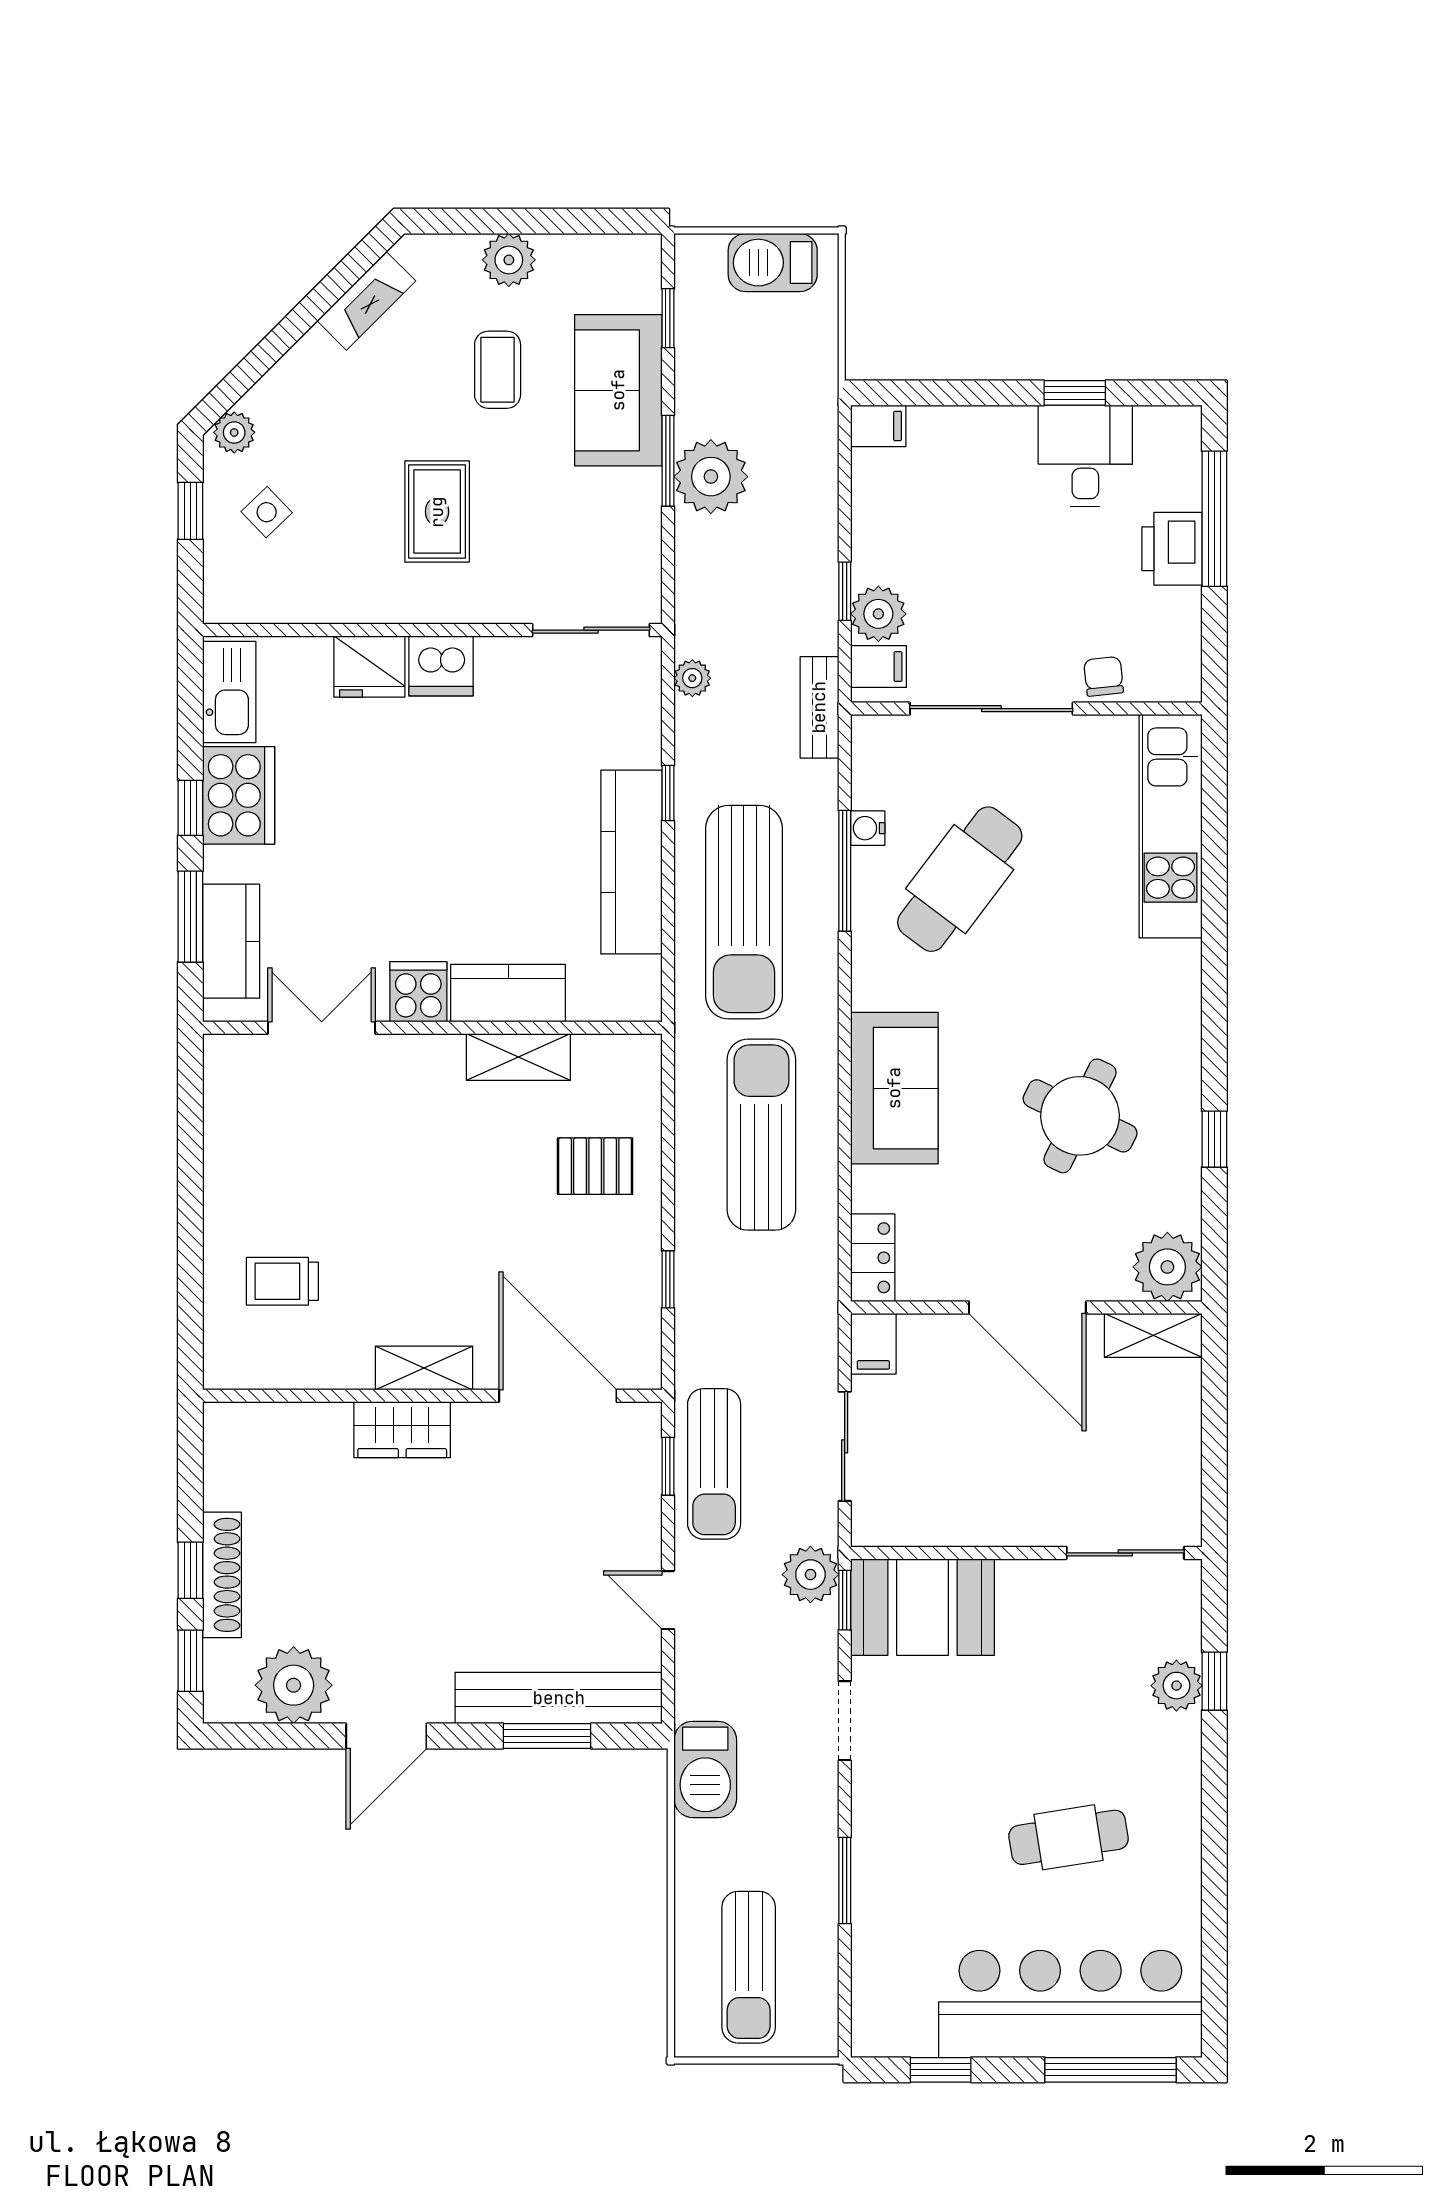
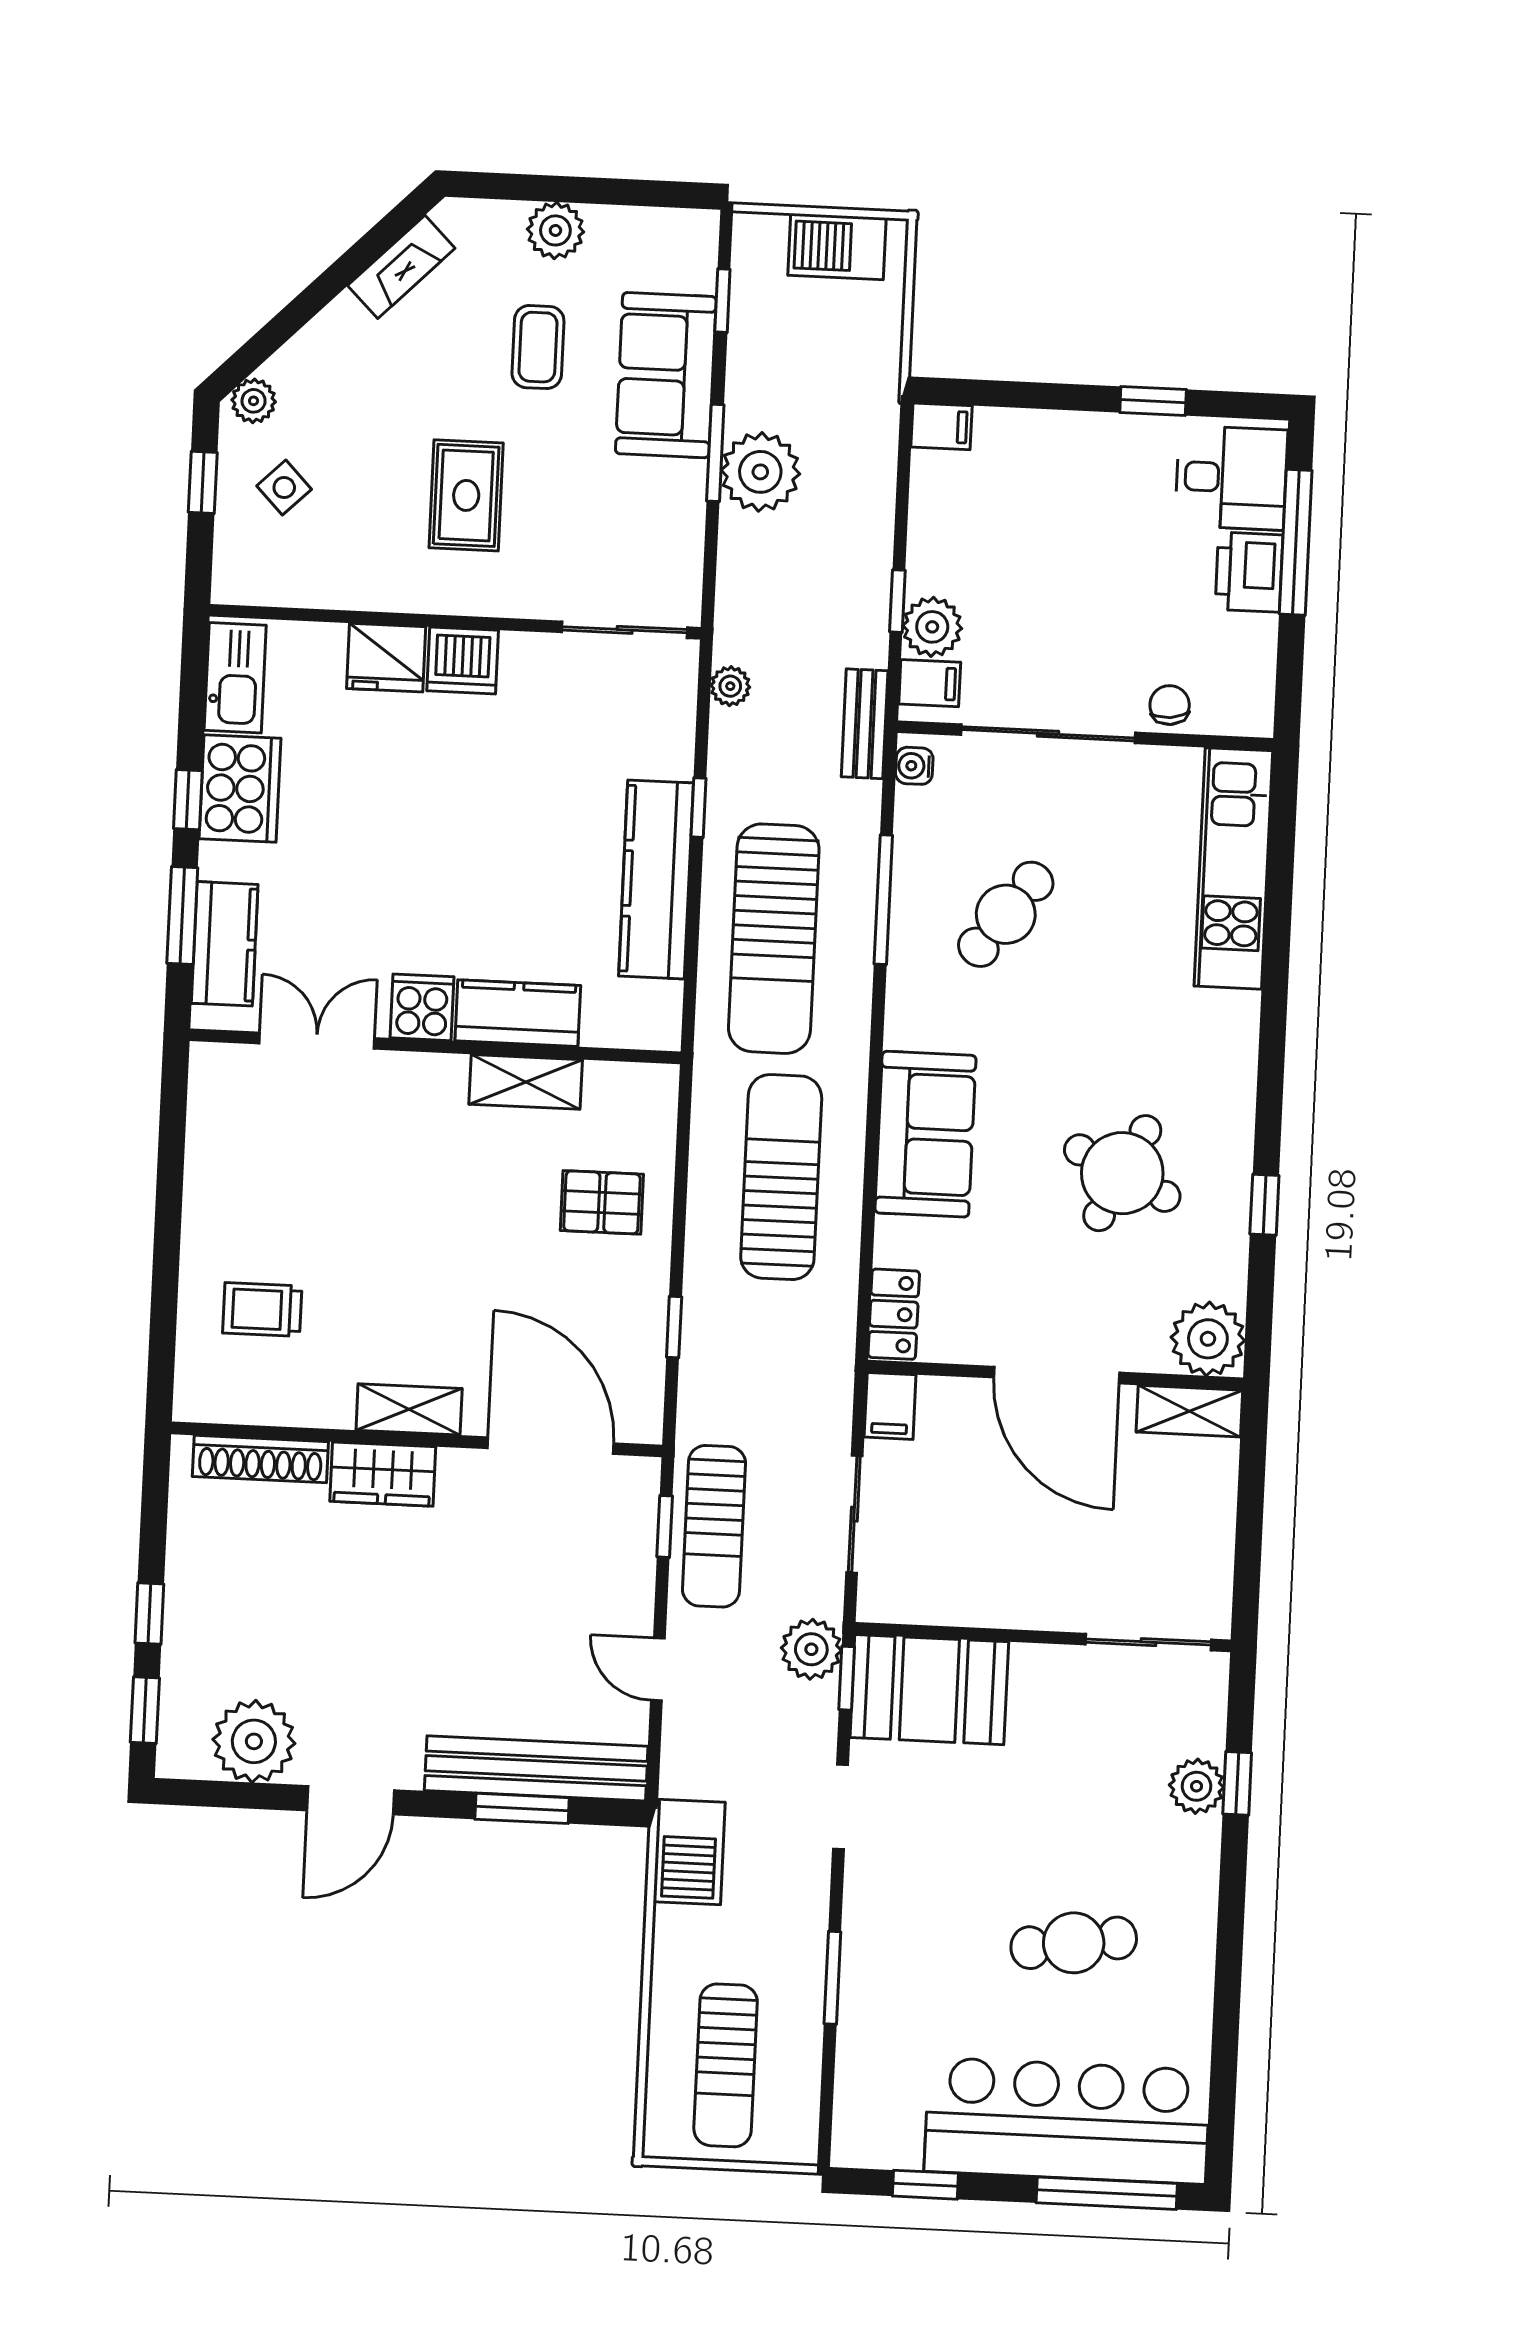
desk: (1085, 456) -> (1231, 478), moved, turned 90
water cooler: (868, 828) -> (914, 766), moved
cafe table: (960, 879) -> (1006, 914), width x0.73, depth x0.74
shoe rack: (222, 1575) -> (260, 1459), moved, turned 90

